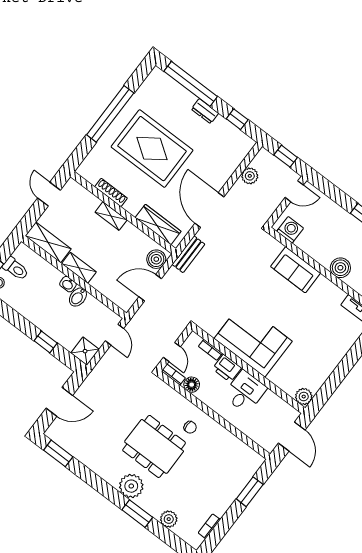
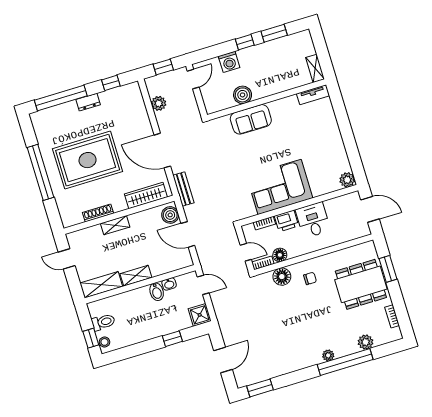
washing machine: (290, 230) -> (229, 62), moved, turned 180
boiler: (340, 268) -> (243, 95), moved
washbasin: (68, 284) -> (169, 284), moved
door: (150, 288) -> (188, 234), hinge flipped
floor lamp: (173, 401) -> (282, 277), added
dining table: (154, 446) -> (361, 284), moved
plant: (131, 486) -> (328, 355), width x0.53, depth x0.53
window: (137, 514) -> (345, 362), width x2.11

